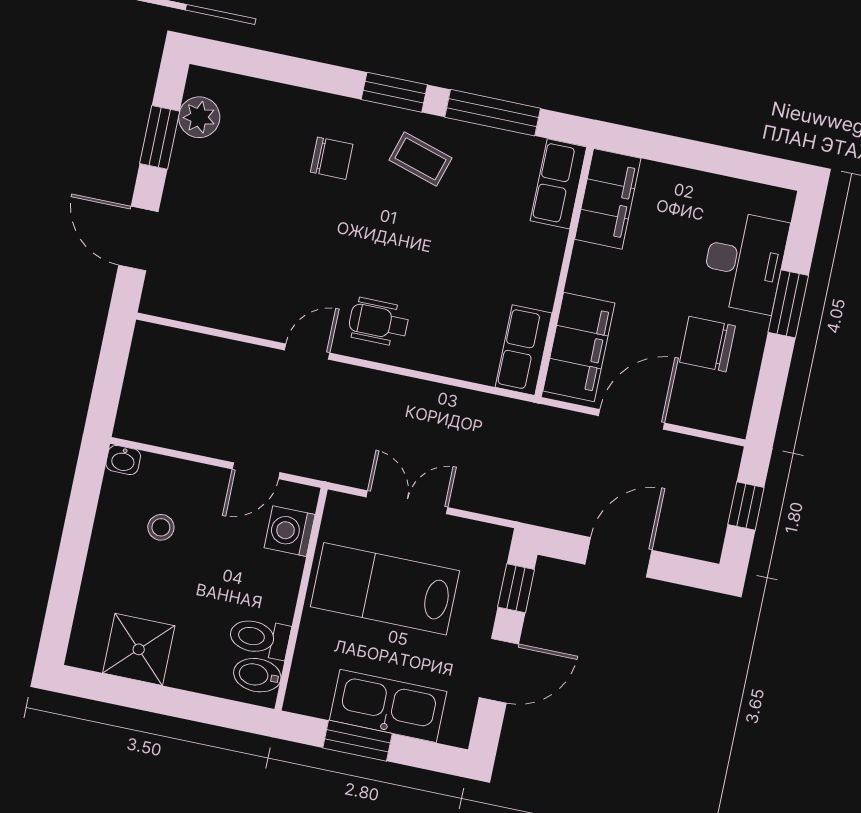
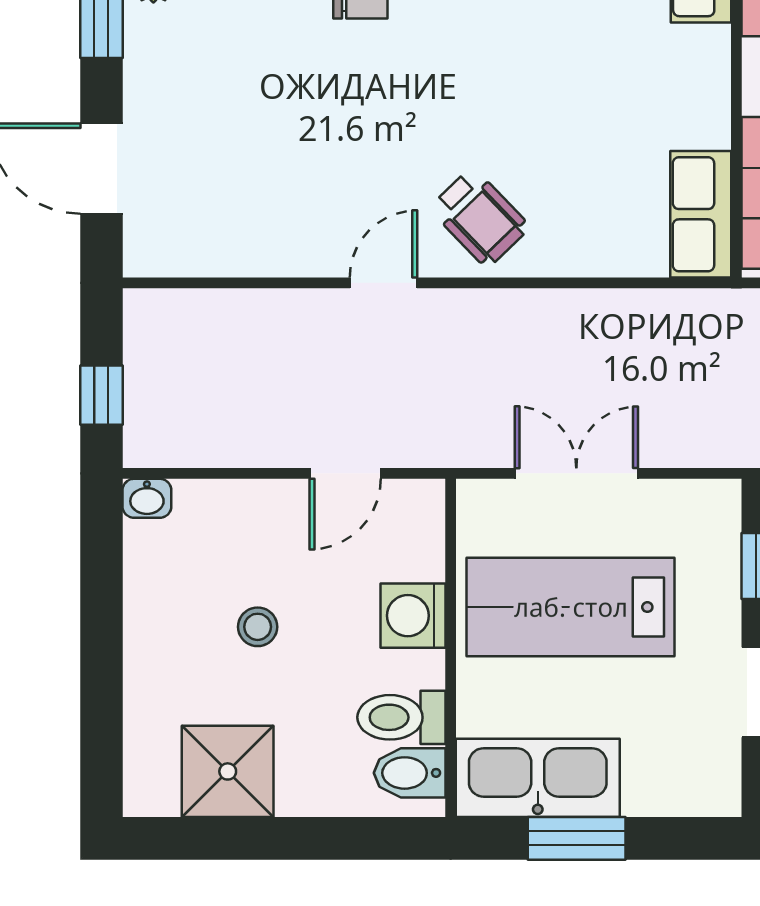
wheelchair: (379, 322) -> (480, 218), turned -134
window: (108, 386) -> (101, 395), added
stool: (161, 527) -> (258, 627), moved
washing machine: (290, 531) -> (413, 616), moved
kitchen sink: (388, 706) -> (538, 778), moved

